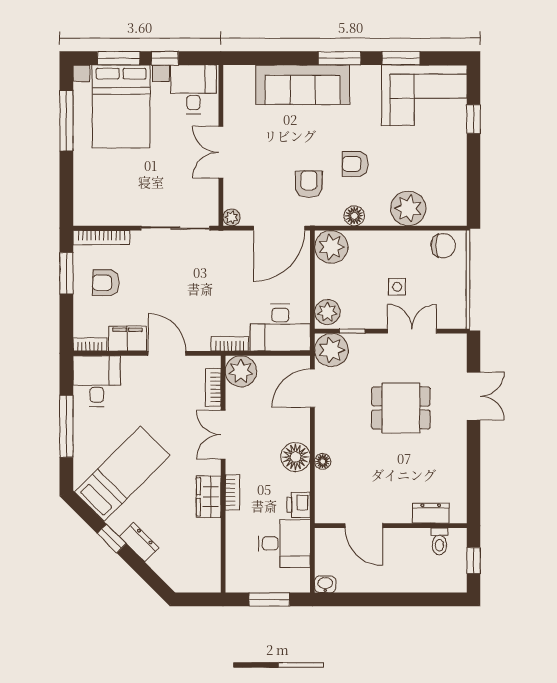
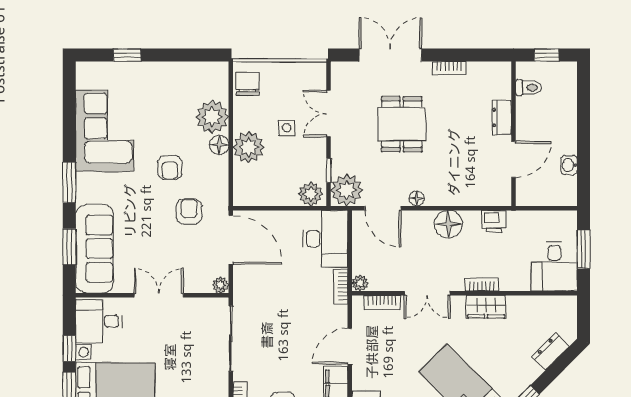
window: (401, 58) -> (69, 247), moved
sofa: (303, 85) -> (95, 249), moved
corner sofa: (424, 95) -> (105, 131), moved
double door: (221, 152) -> (159, 295), swing flipped
armchair: (309, 184) -> (189, 212), turned 90
floor lamp: (354, 216) -> (219, 145), moved
plant: (331, 247) -> (249, 147), moved
plant: (241, 371) -> (360, 283), width x0.53, depth x0.53
double door: (474, 396) -> (390, 55), width x1.37
bookcase: (460, 458) -> (449, 68), added
floor lamp: (323, 461) -> (417, 198), moved
dresser: (431, 513) -> (502, 117), moved
dresser: (139, 542) -> (551, 352), moved
desk: (284, 543) -> (554, 266), moved, turned 180
washbasin: (325, 584) -> (569, 165), moved

